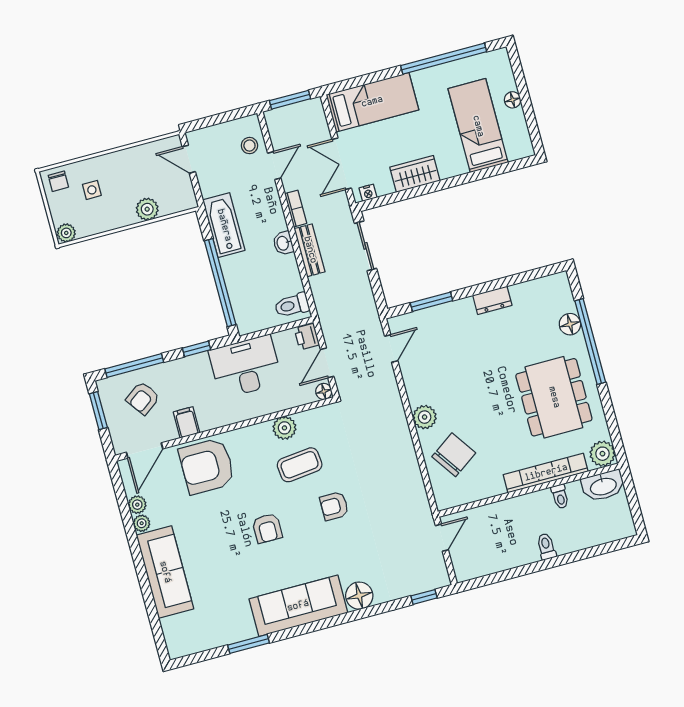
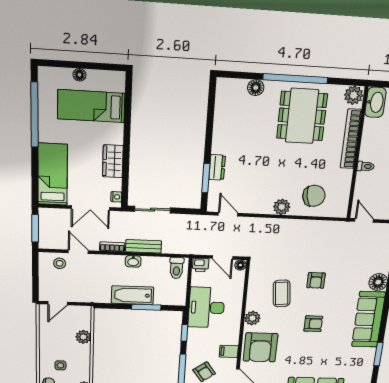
bathtub: (224, 225) -> (132, 295), moved
window: (220, 283) -> (146, 307), width x0.47
dresser: (492, 300) -> (217, 167), moved
window: (590, 341) -> (295, 79), moved
dining table: (554, 397) -> (302, 116), turned 90
plant: (284, 428) -> (252, 318), moved
chair: (454, 455) -> (314, 196), turned 115
toilet: (560, 496) -> (366, 166), moved

